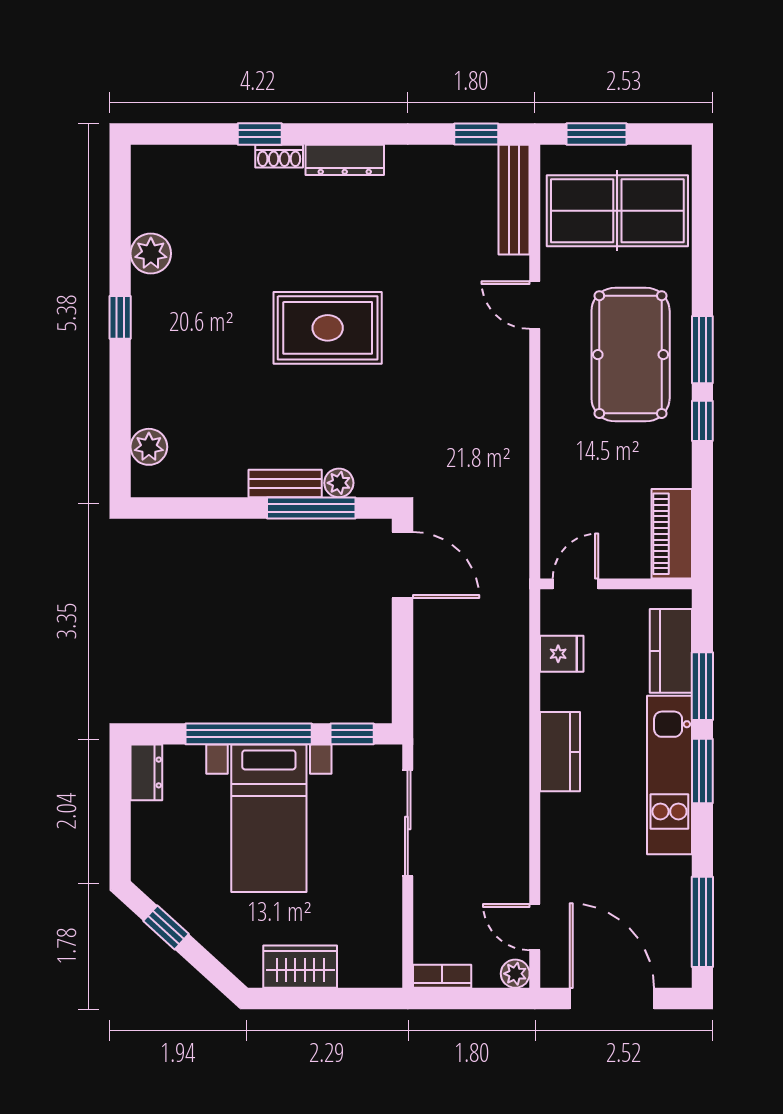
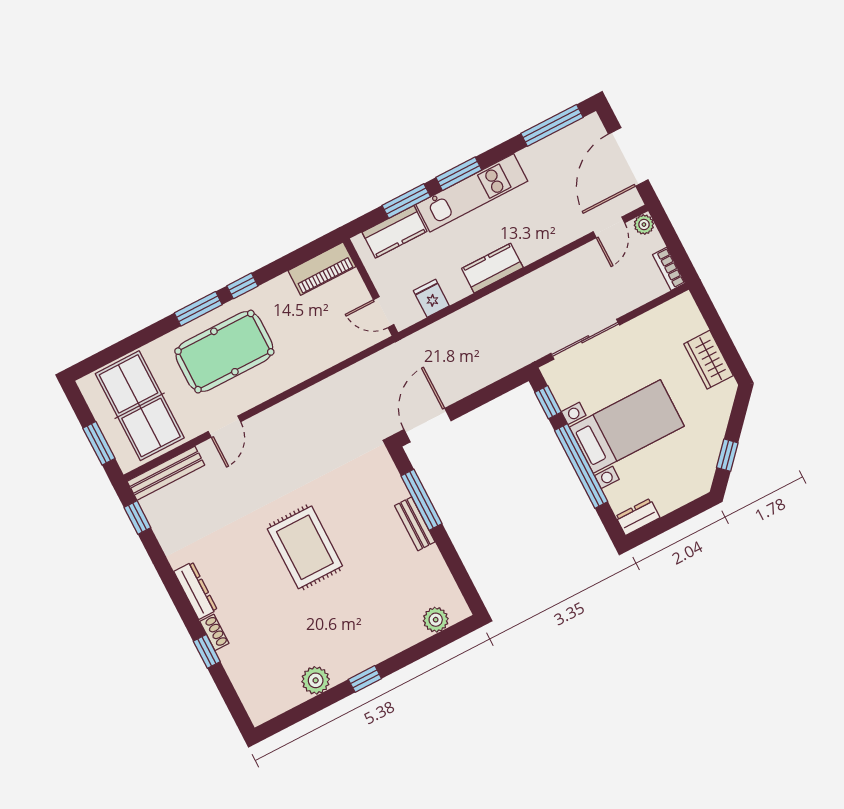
plant: (339, 483) -> (397, 491), removed

